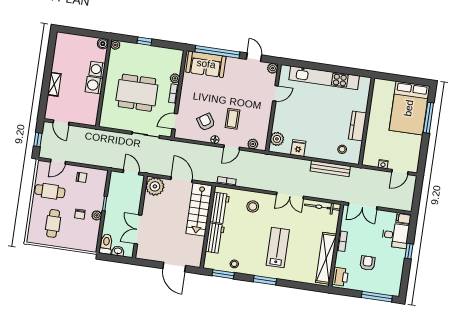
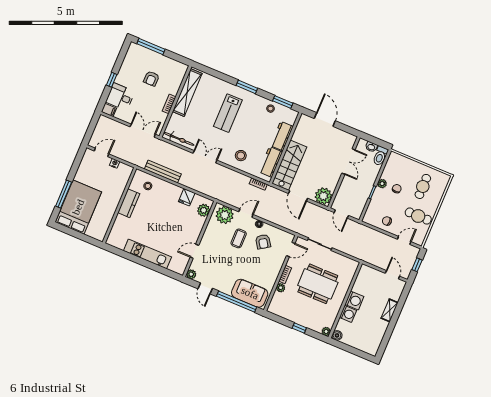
kitchen unit: (324, 78) -> (147, 254), width x0.73
plant: (253, 144) -> (225, 215), width x1.87, depth x1.87
printer: (340, 277) -> (179, 73), removed

